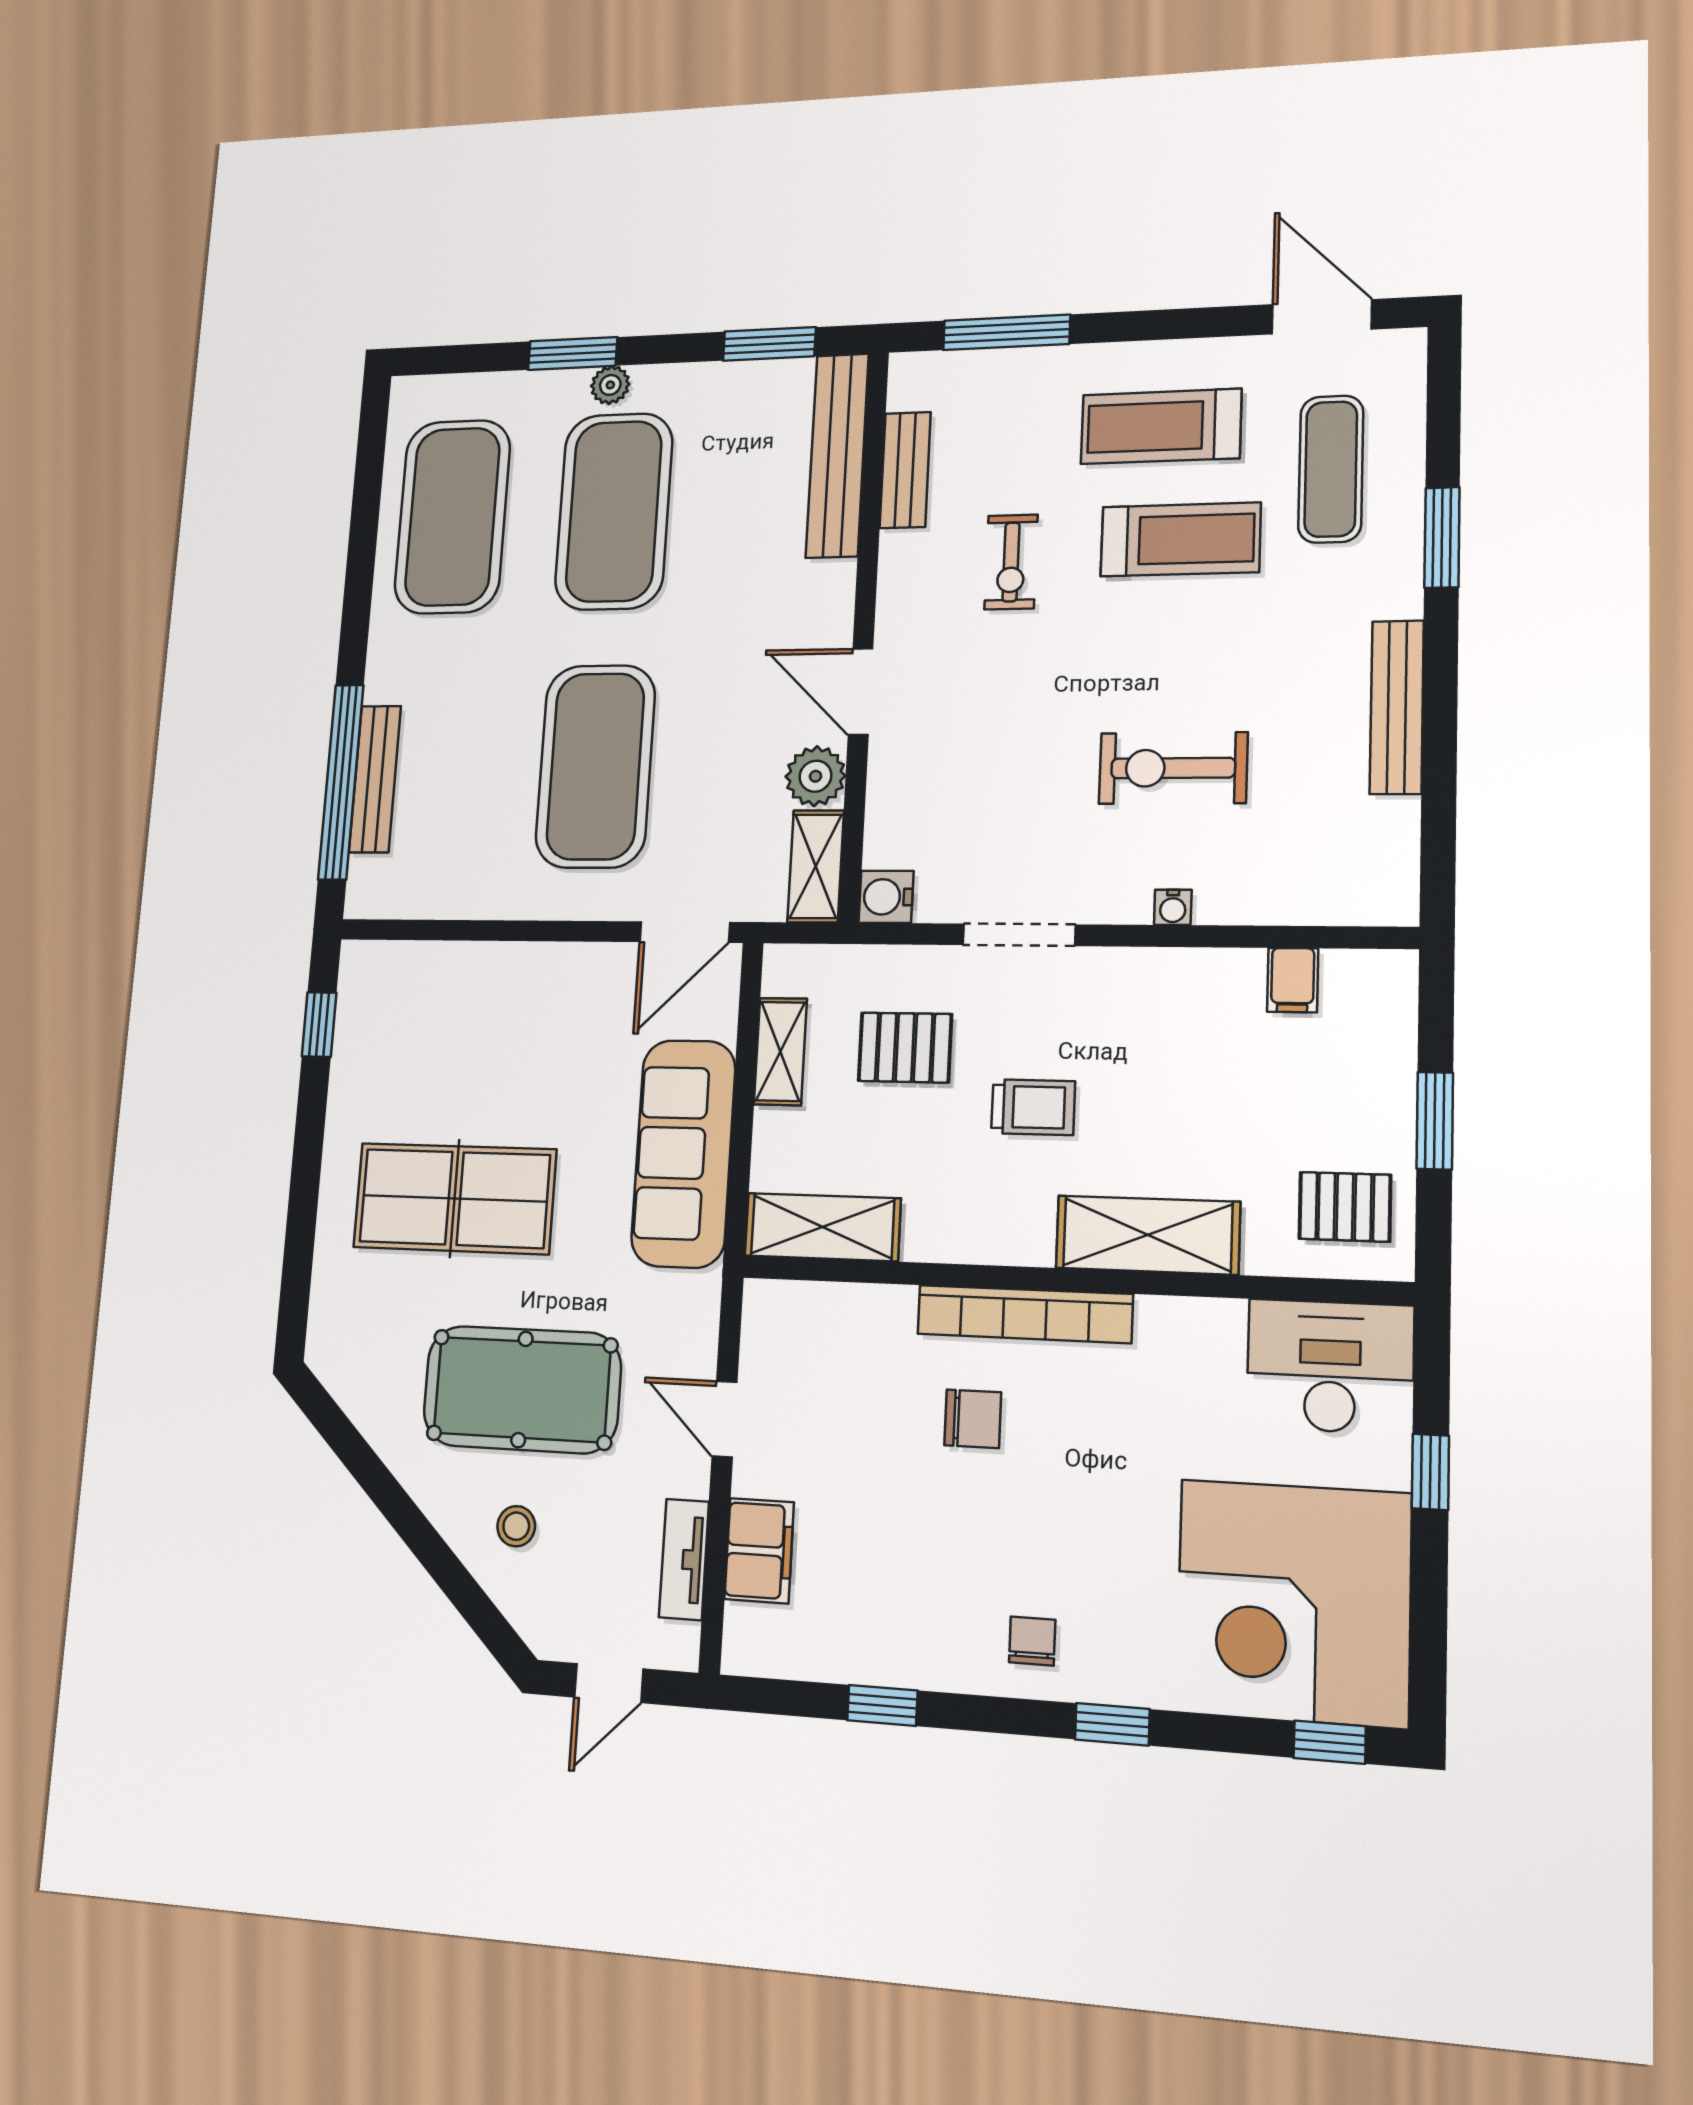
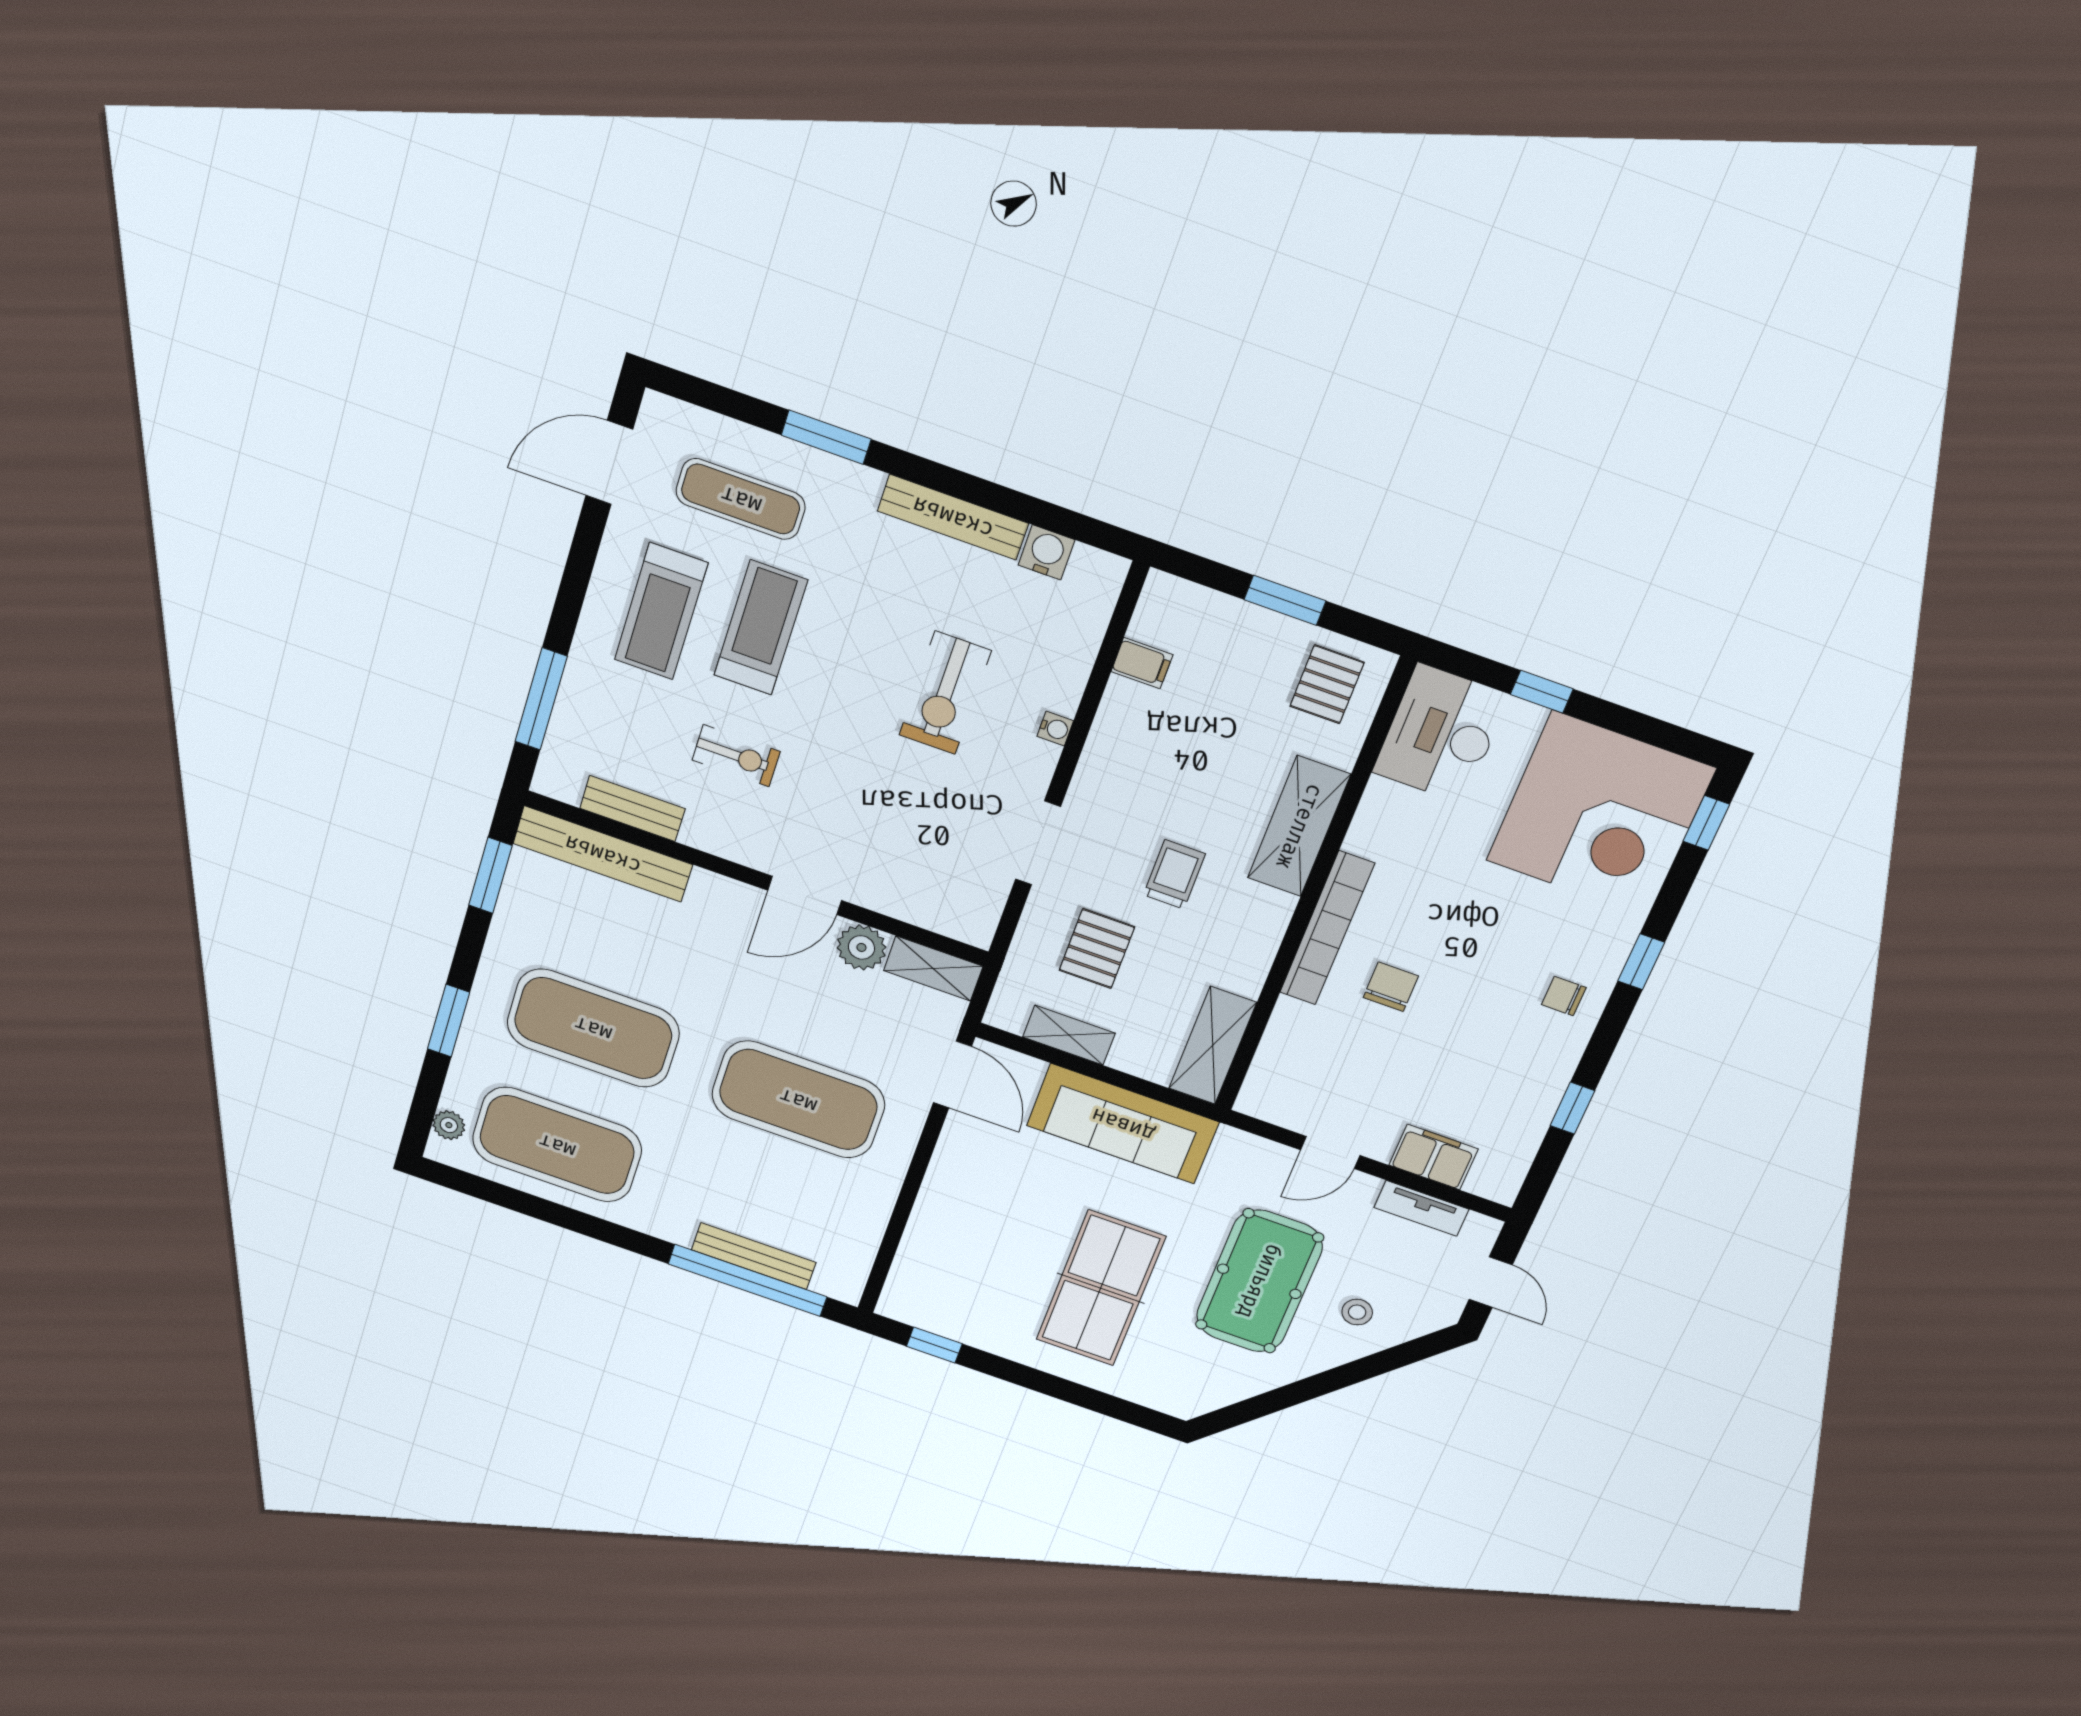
plant: (610, 385) -> (449, 1125), moved
water cooler: (886, 897) -> (1047, 552), moved, turned 180

